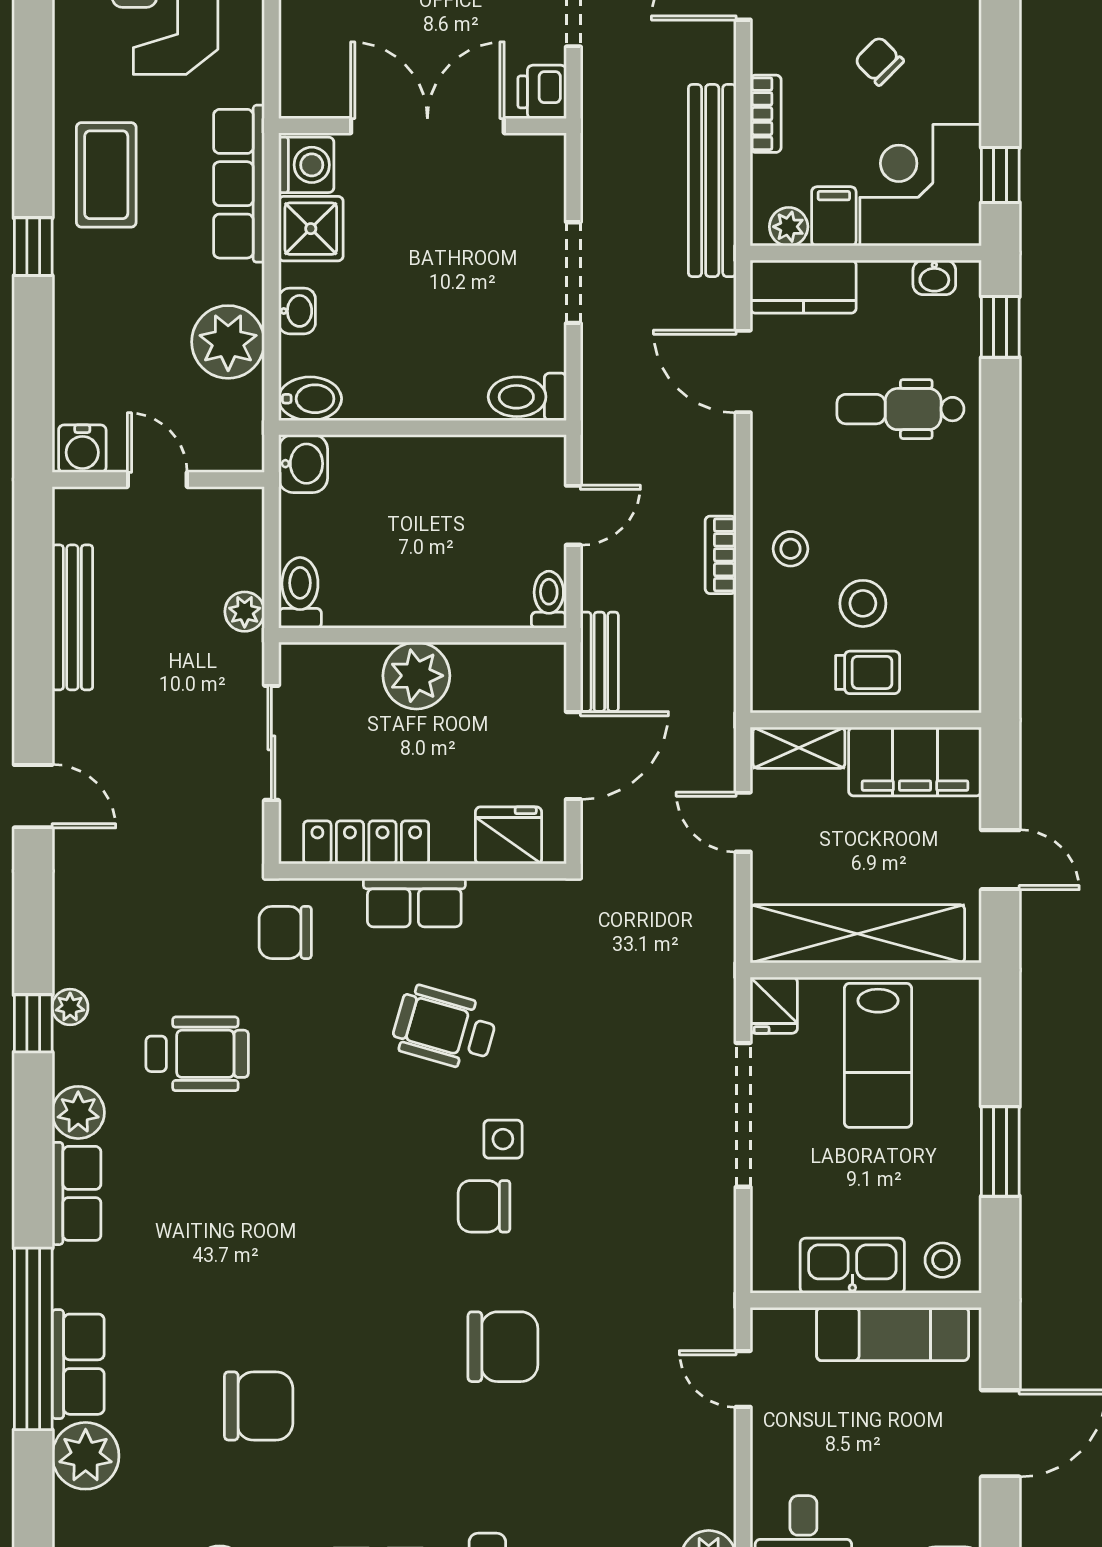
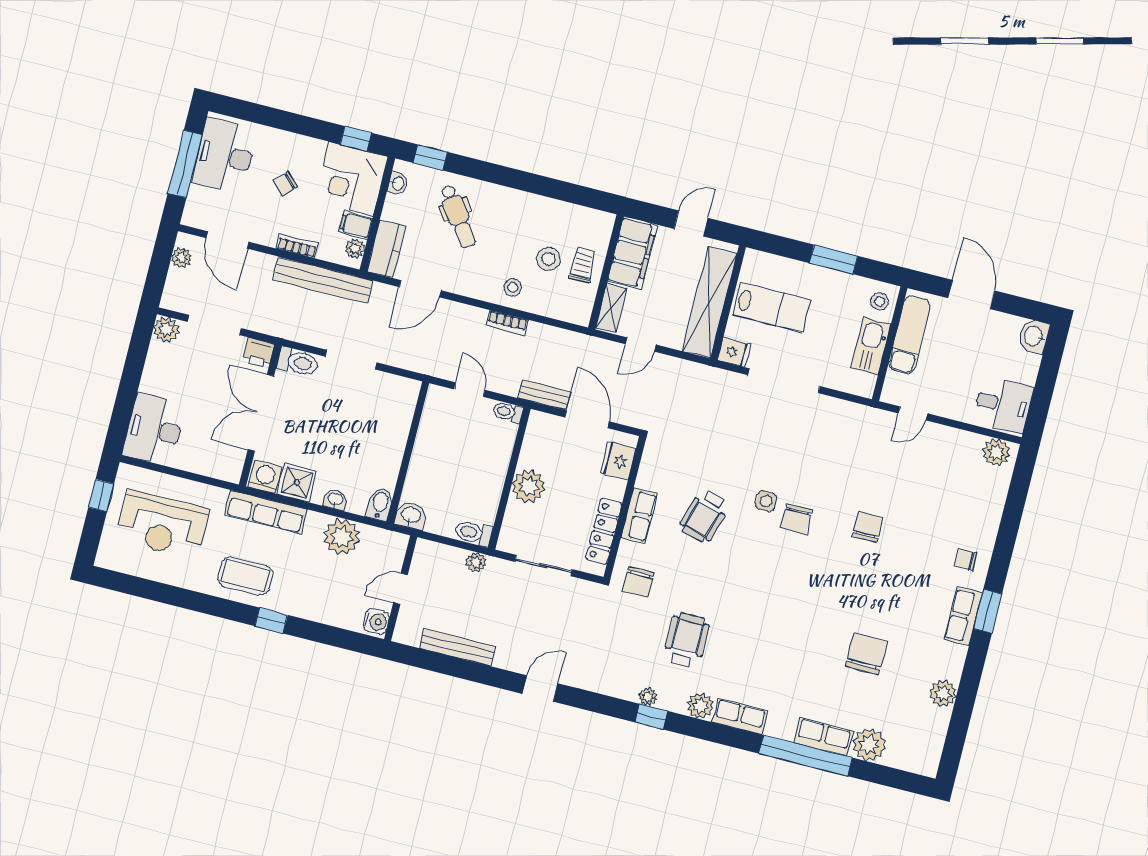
toilet: (527, 397) -> (298, 362), moved, turned -90
dental chair: (900, 409) -> (458, 216), turned -35
chair: (503, 1347) -> (867, 527), width x0.73, depth x0.73

